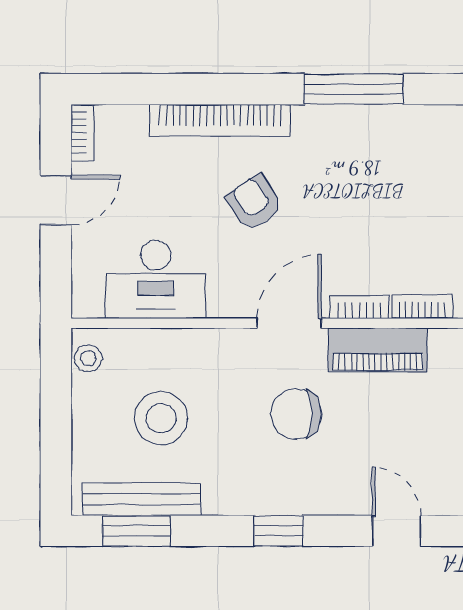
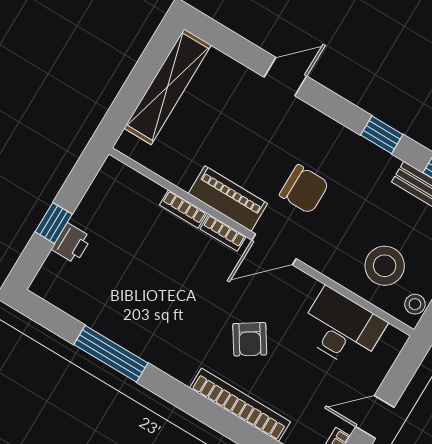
window: (354, 89) -> (111, 354), moved
stool: (161, 418) -> (385, 266), moved
window: (279, 531) -> (382, 135), moved
door: (396, 531) -> (285, 77), swing flipped

